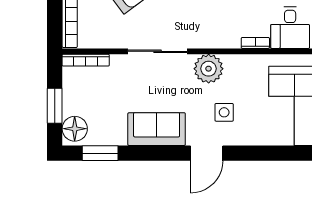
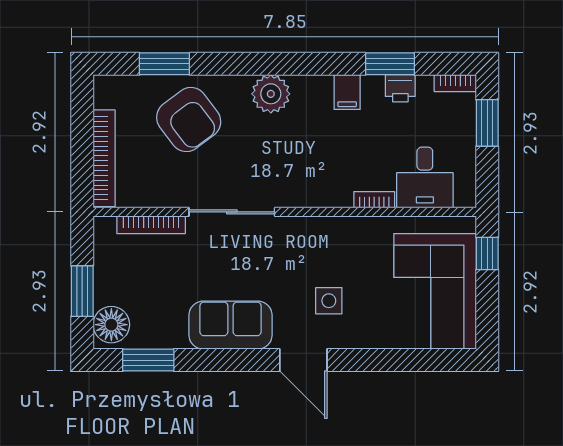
bookcase: (86, 60) -> (151, 225), moved
plant: (209, 69) -> (306, 237), removed
door: (207, 153) -> (303, 360), hinge flipped

